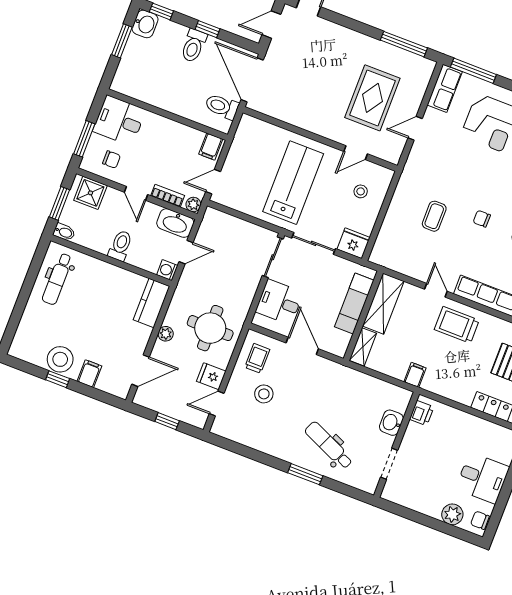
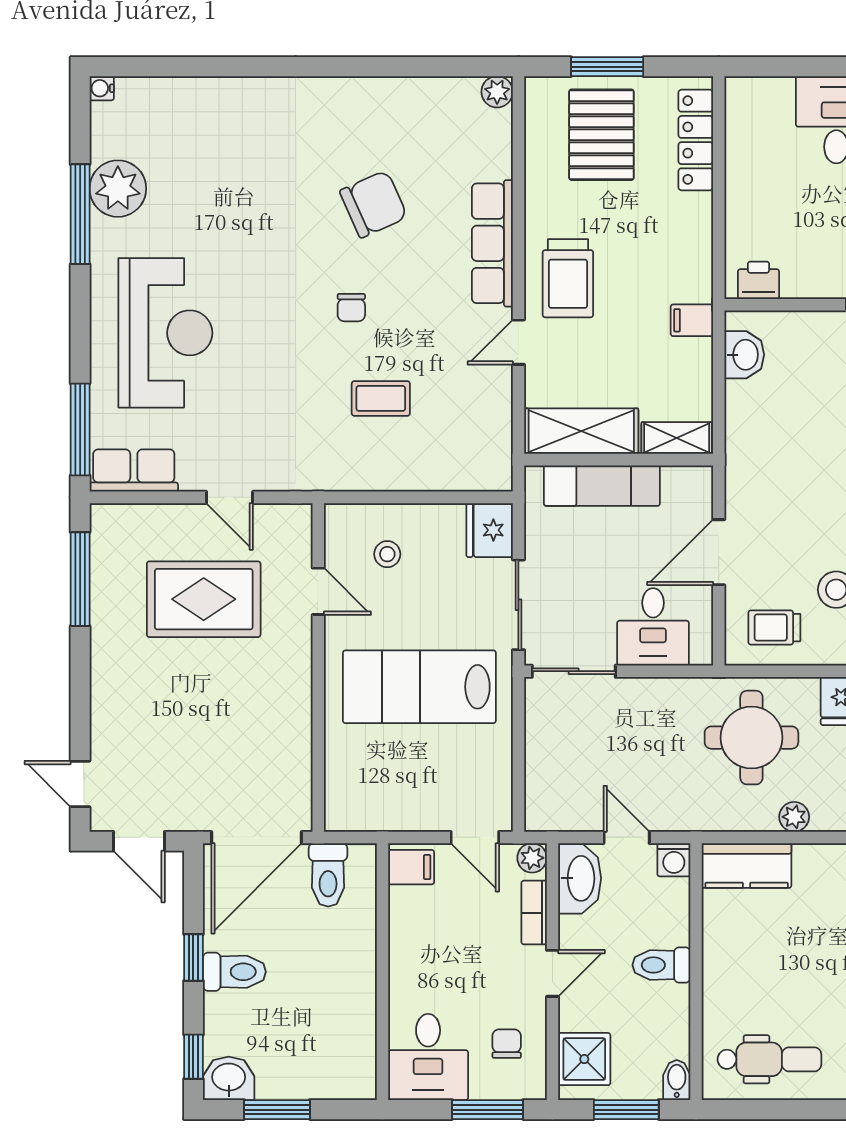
washbasin: (391, 423) -> (744, 355), moved, turned -90

